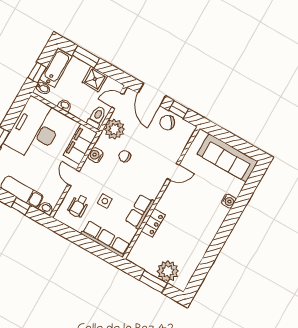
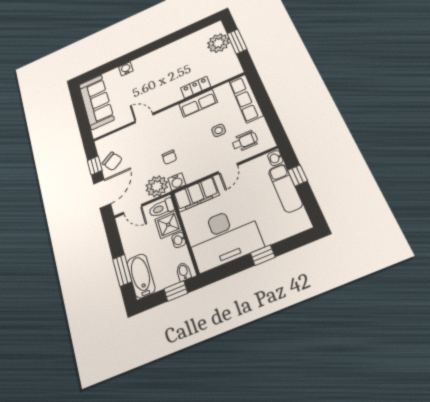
bathtub: (56, 68) -> (141, 276), moved, turned 90
shower: (95, 79) -> (168, 225), moved
water cooler: (95, 155) -> (177, 182), moved

